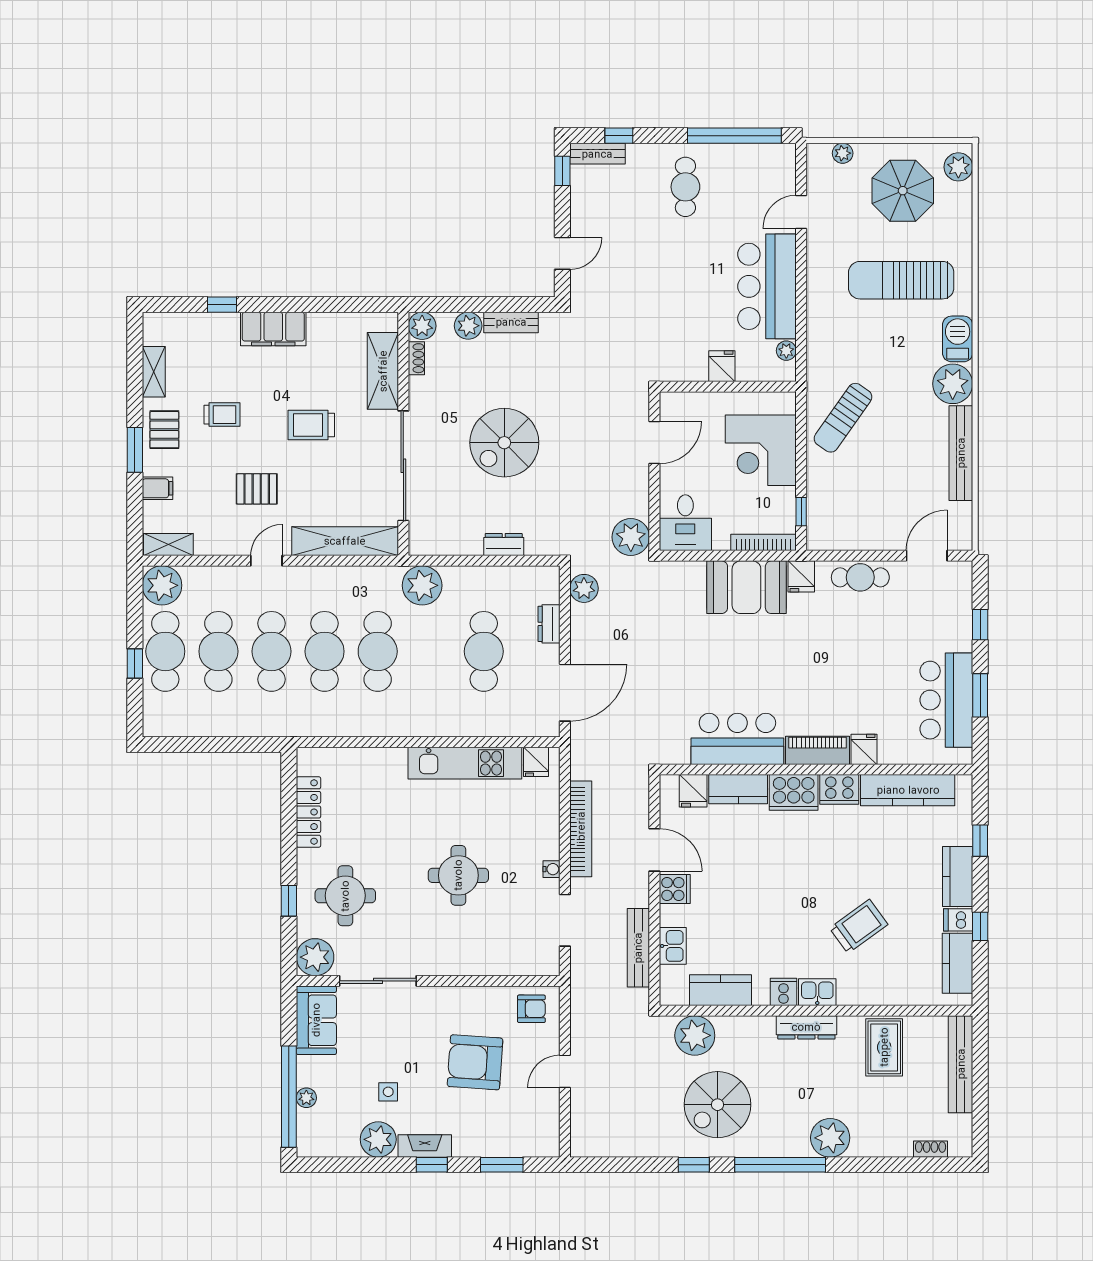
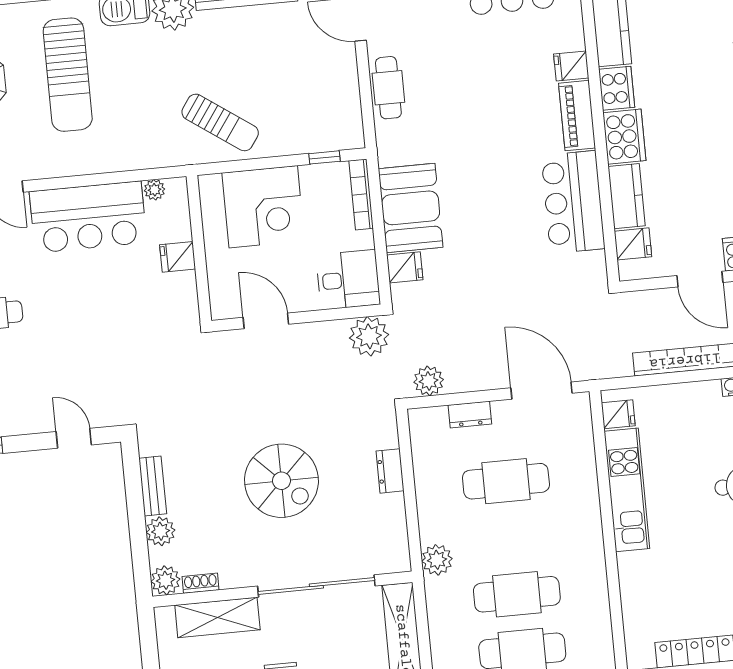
fridge: (801, 576) -> (405, 267), moved
plant: (422, 585) -> (437, 560), width x0.73, depth x0.73
door: (654, 850) -> (700, 279), swing flipped

